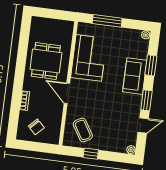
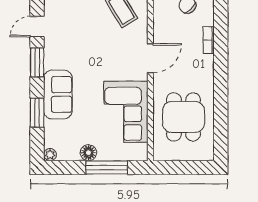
floor lamp: (119, 33) -> (88, 153), added
dining table: (46, 61) -> (184, 117), moved
door: (67, 93) -> (150, 58), hinge flipped

